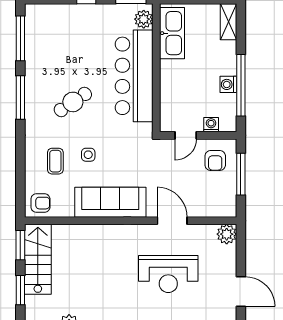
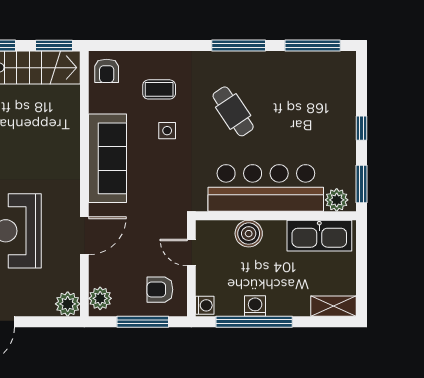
boiler: (170, 90) -> (249, 234), added
washing machine: (211, 125) -> (205, 305), moved
plant: (222, 208) -> (100, 298), added

